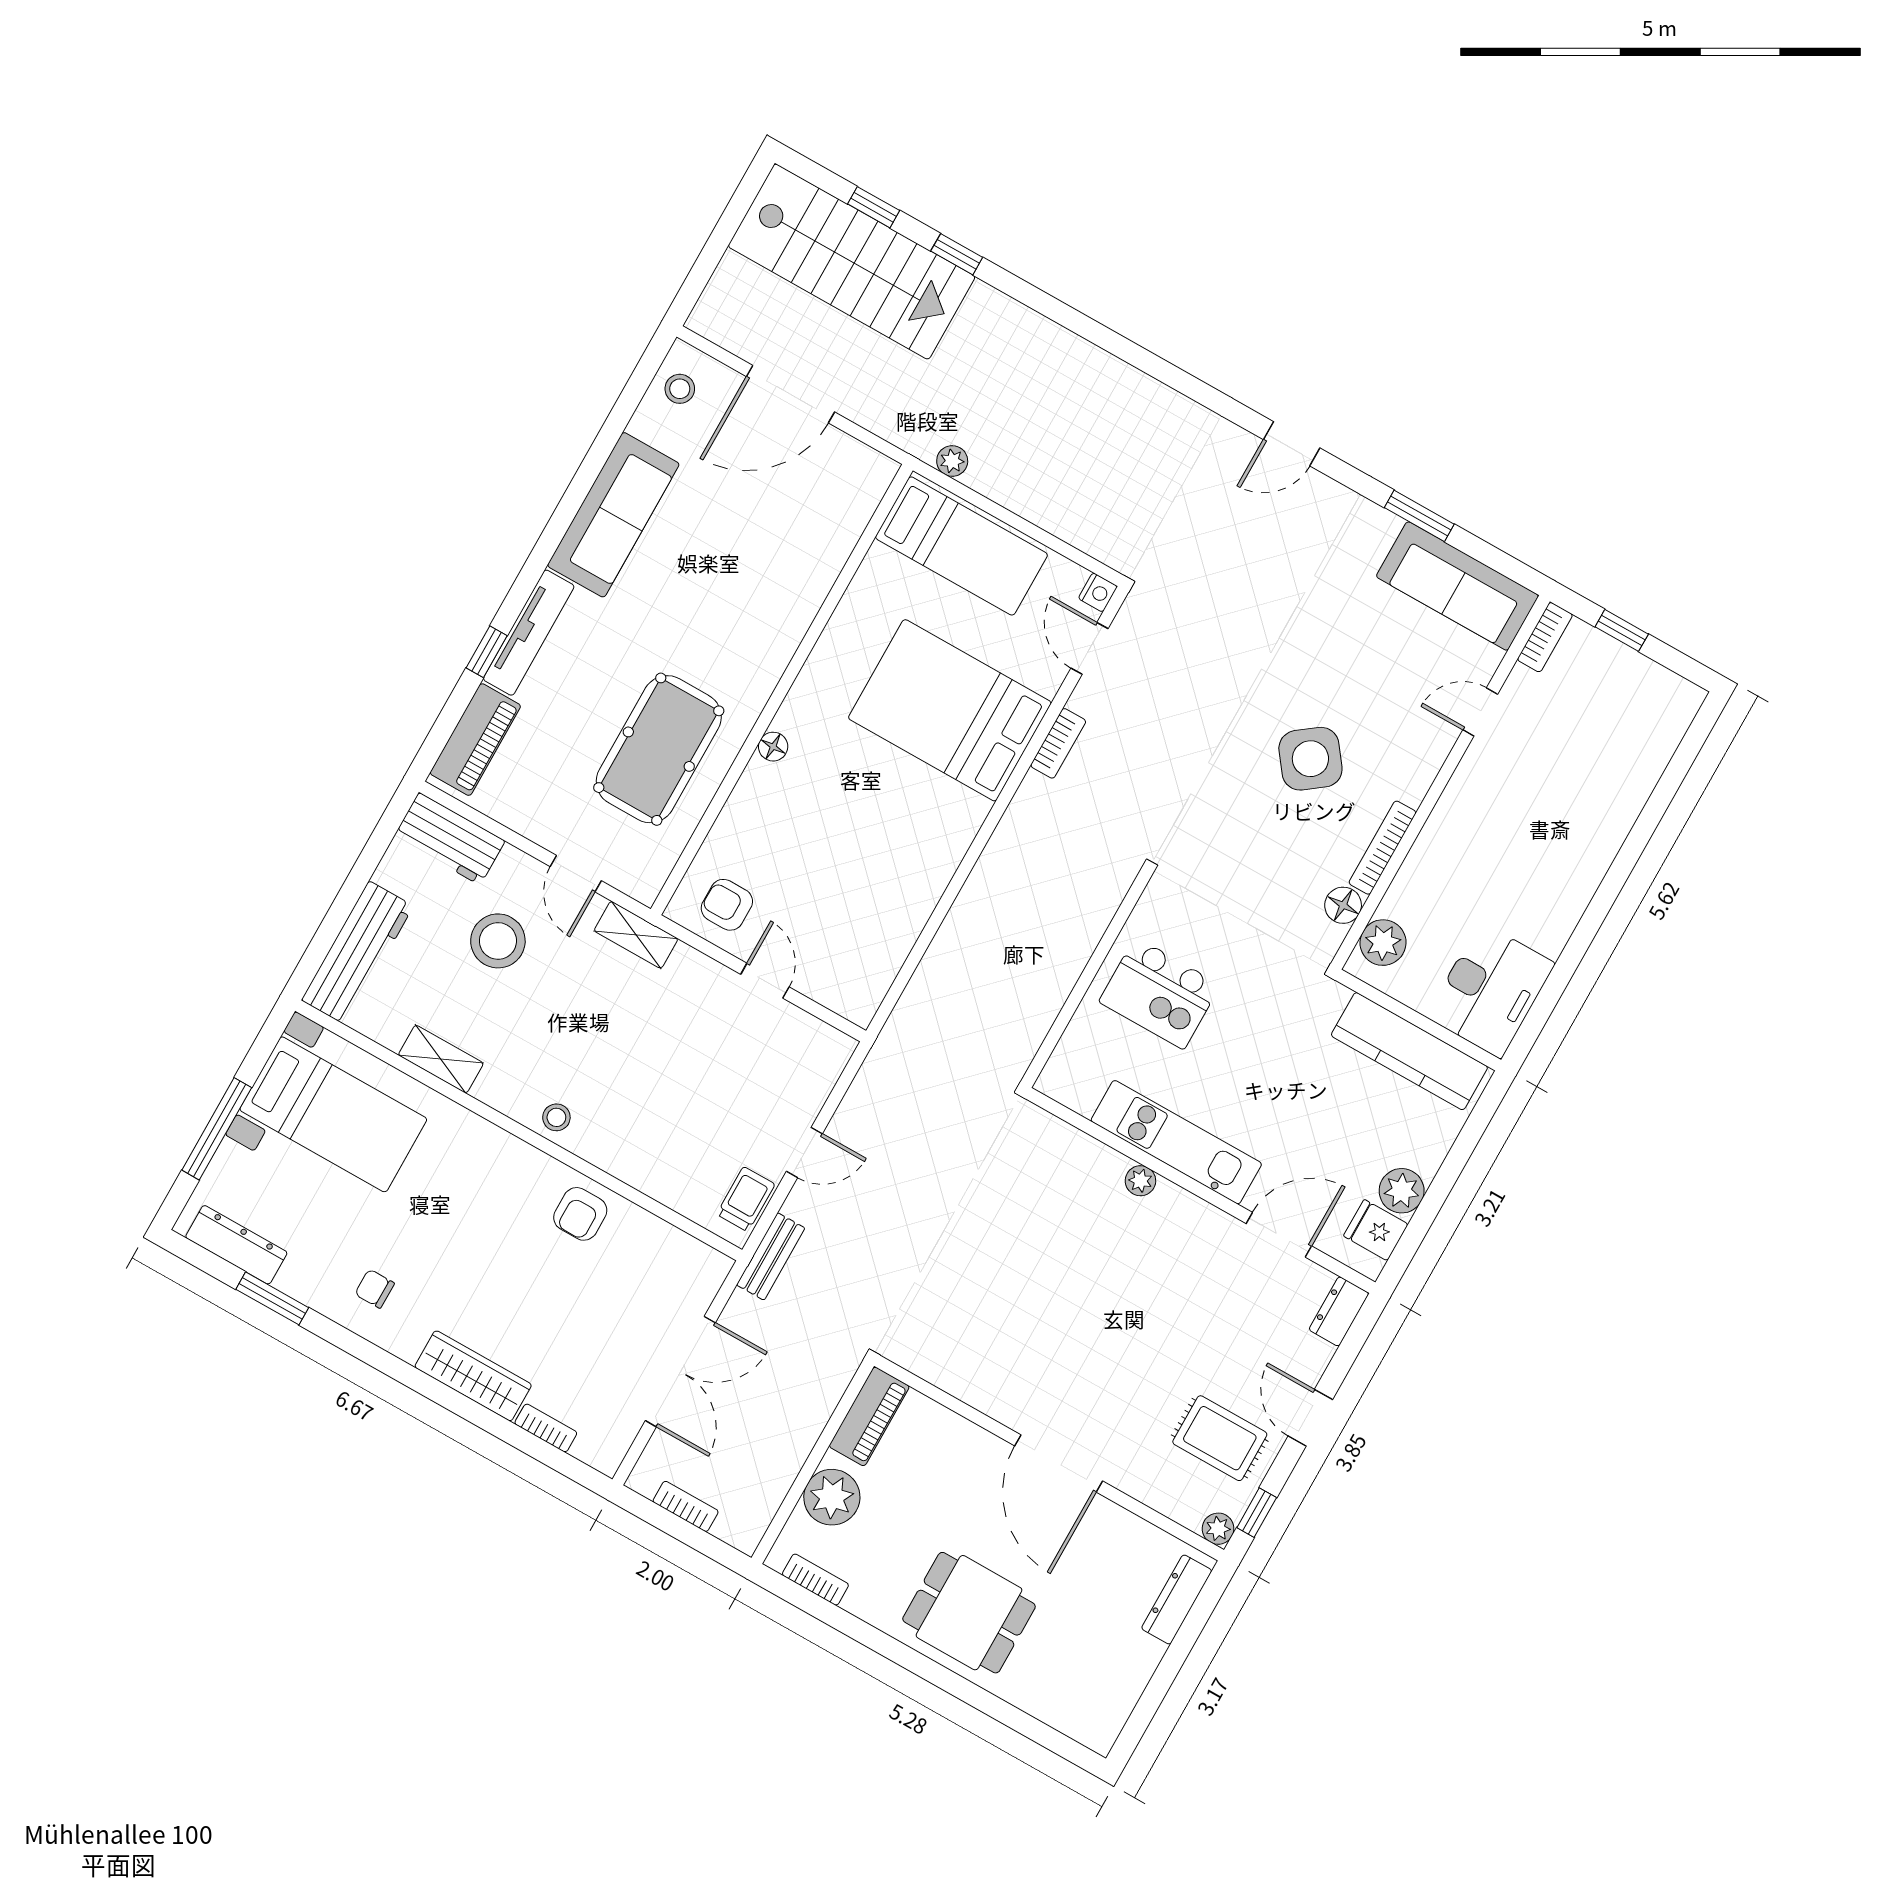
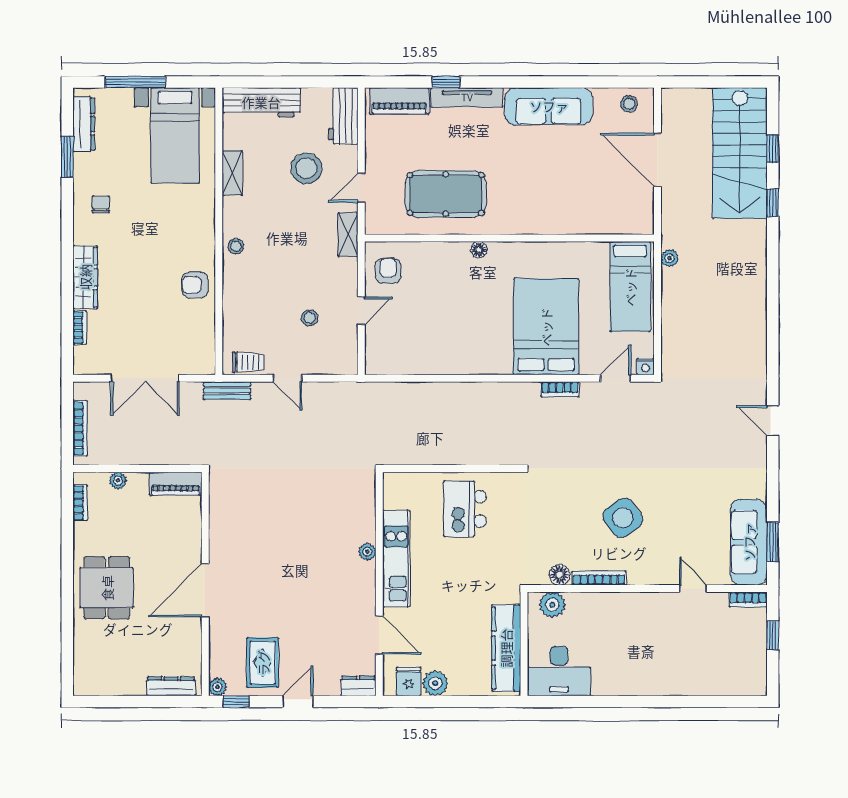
window: (1419, 516) -> (773, 542), moved
stool: (731, 1066) -> (310, 318), added
plant: (832, 1497) -> (118, 480), width x0.53, depth x0.53
bookcase: (686, 1506) -> (80, 428), width x1.56

